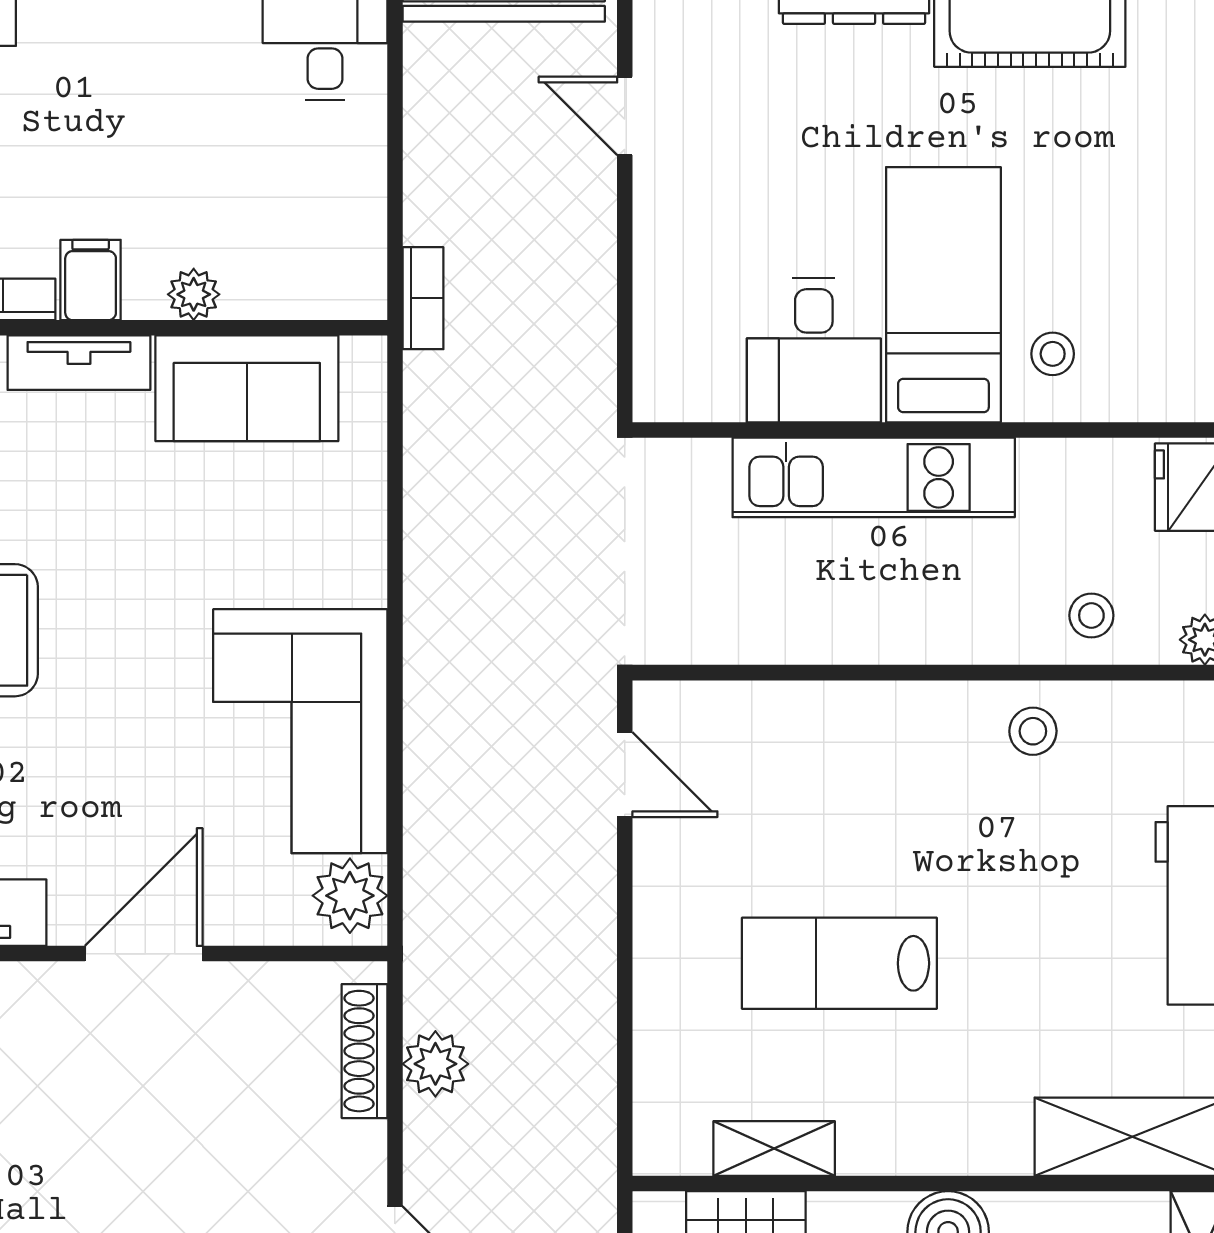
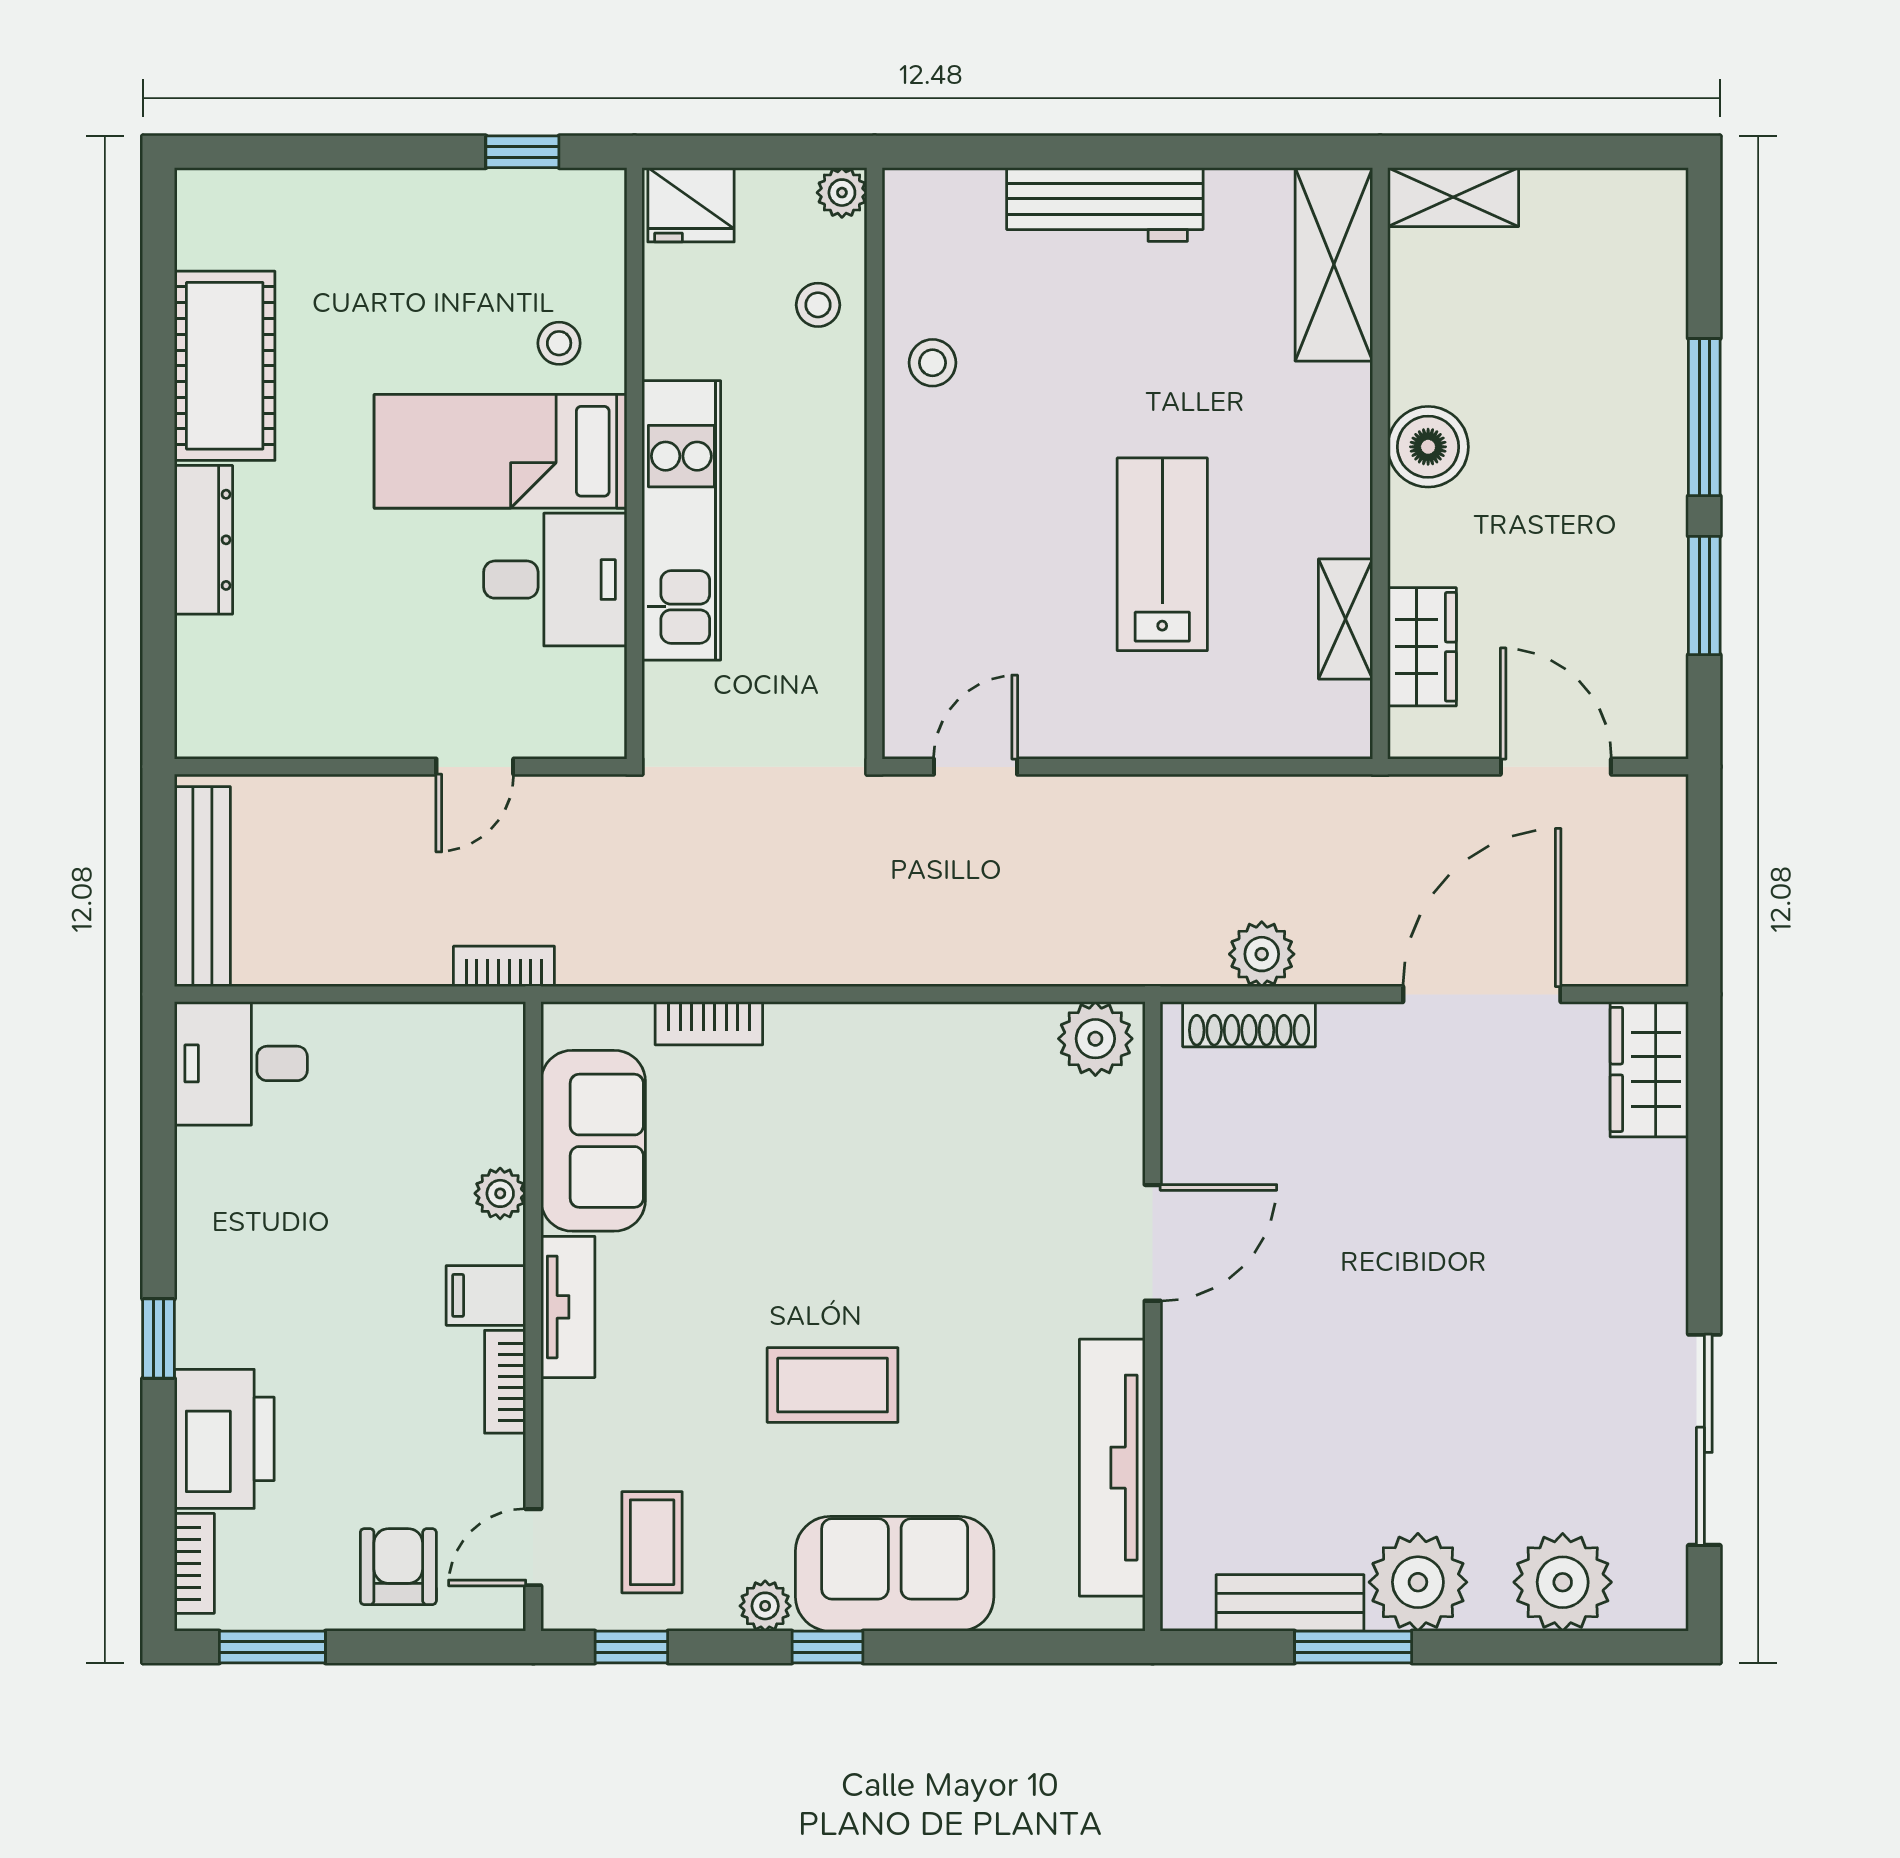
door: (625, 116) -> (475, 767), moved
bookcase: (366, 505) -> (709, 1023), added
corner sofa: (300, 731) -> (933, 1088), removed
door: (144, 954) -> (1153, 1243), swing flipped
lab bench: (839, 963) -> (1162, 554), turned 180

